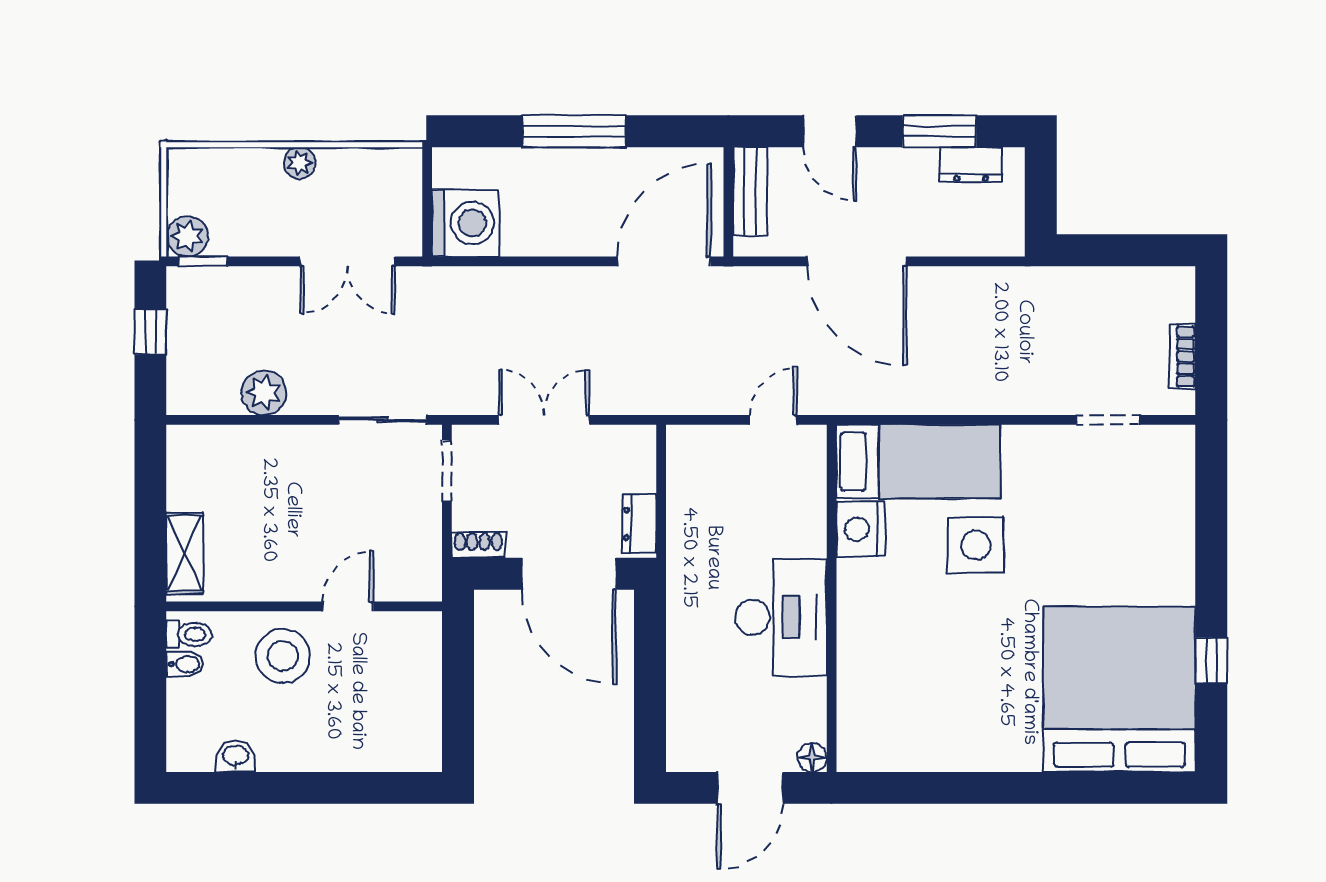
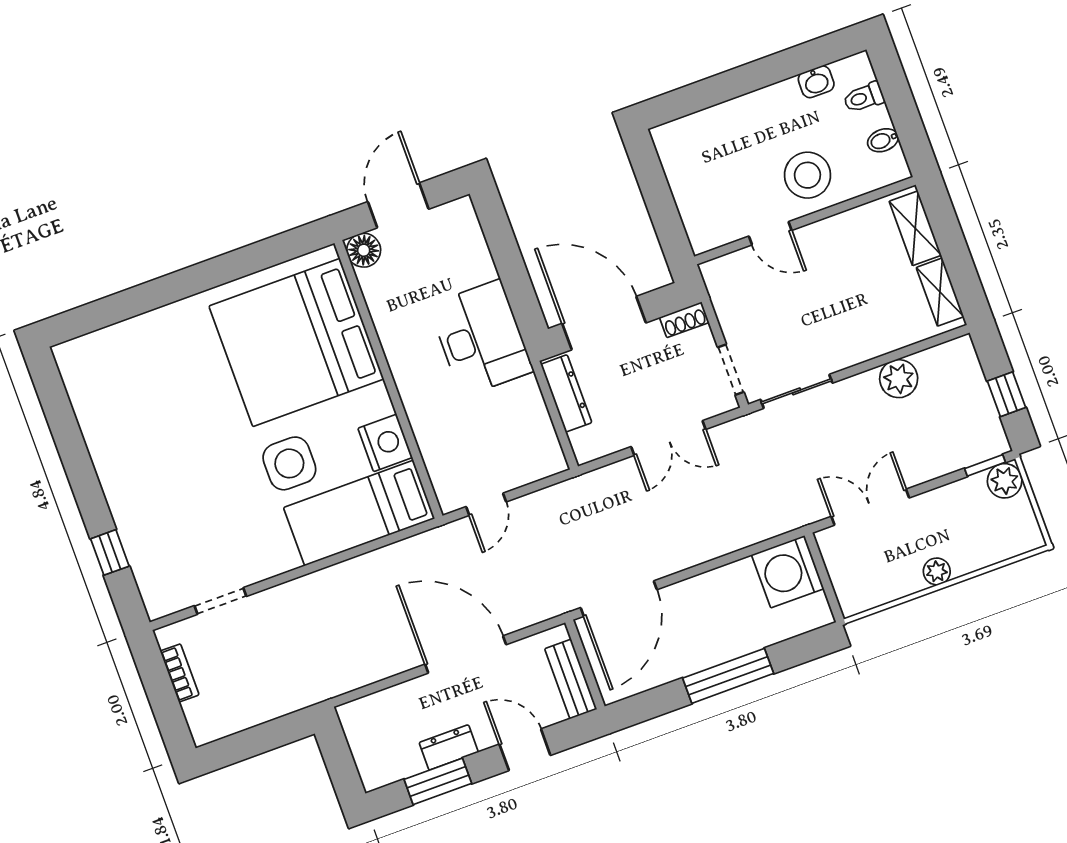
dresser: (971, 165) -> (449, 747), moved
shelving: (183, 472) -> (940, 292), added
dresser: (640, 524) -> (566, 393), width x1.44
door: (348, 606) -> (770, 233), hinge flipped
desk: (781, 617) -> (481, 338), moved, turned 180
toilet: (189, 634) -> (864, 97), moved
window: (1211, 661) -> (110, 552), moved
bed: (1119, 689) -> (296, 343), moved, turned 90
floor lamp: (812, 757) -> (364, 250), width x1.37, depth x1.37

